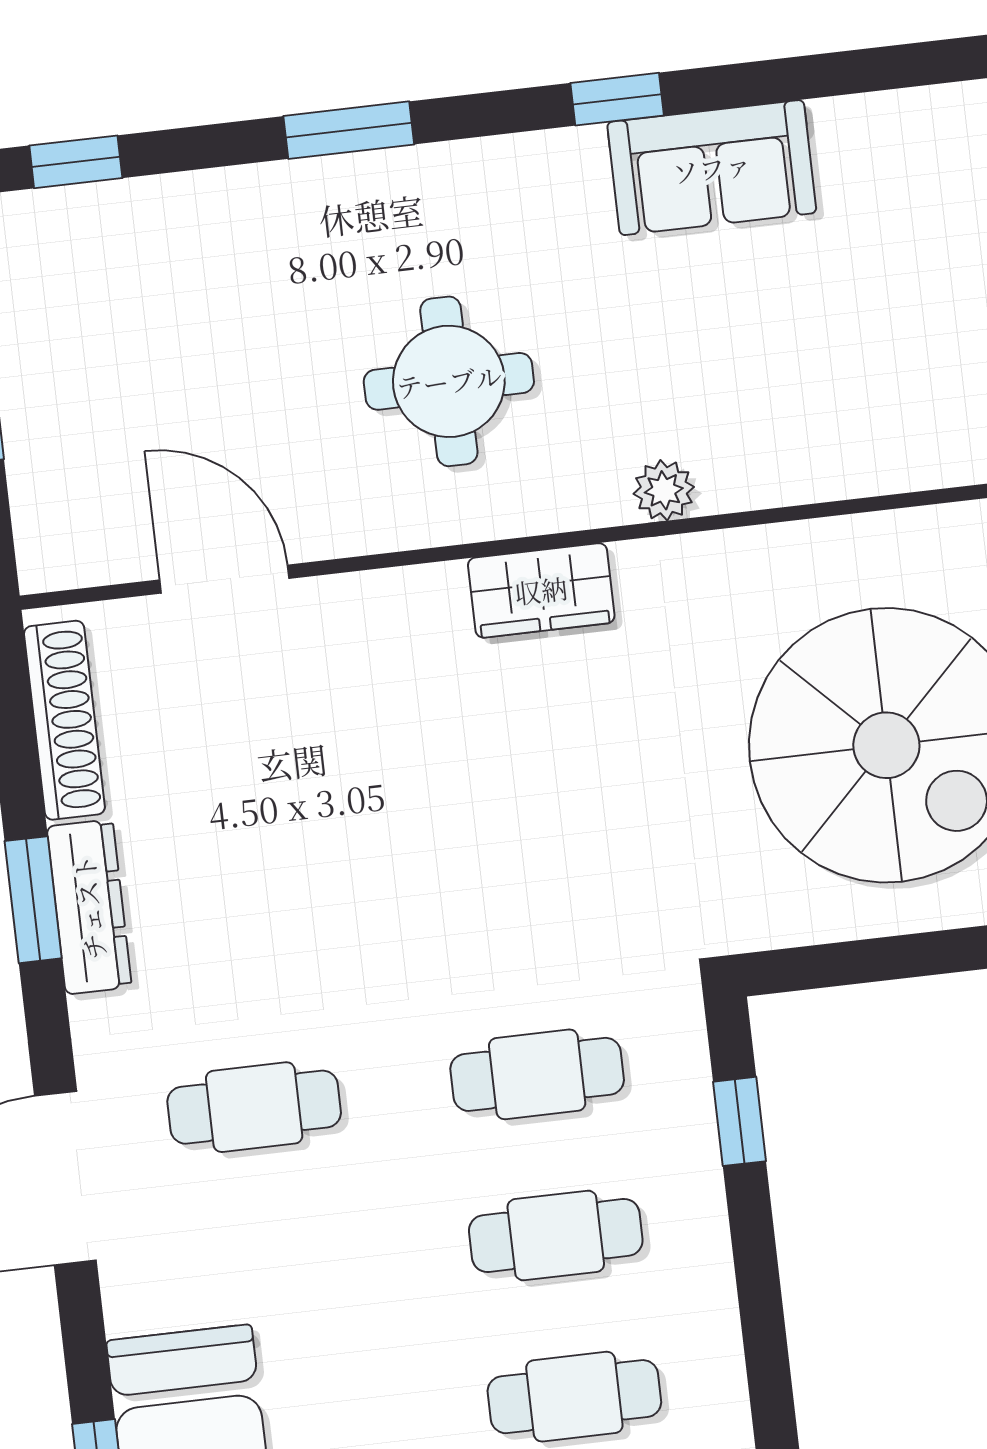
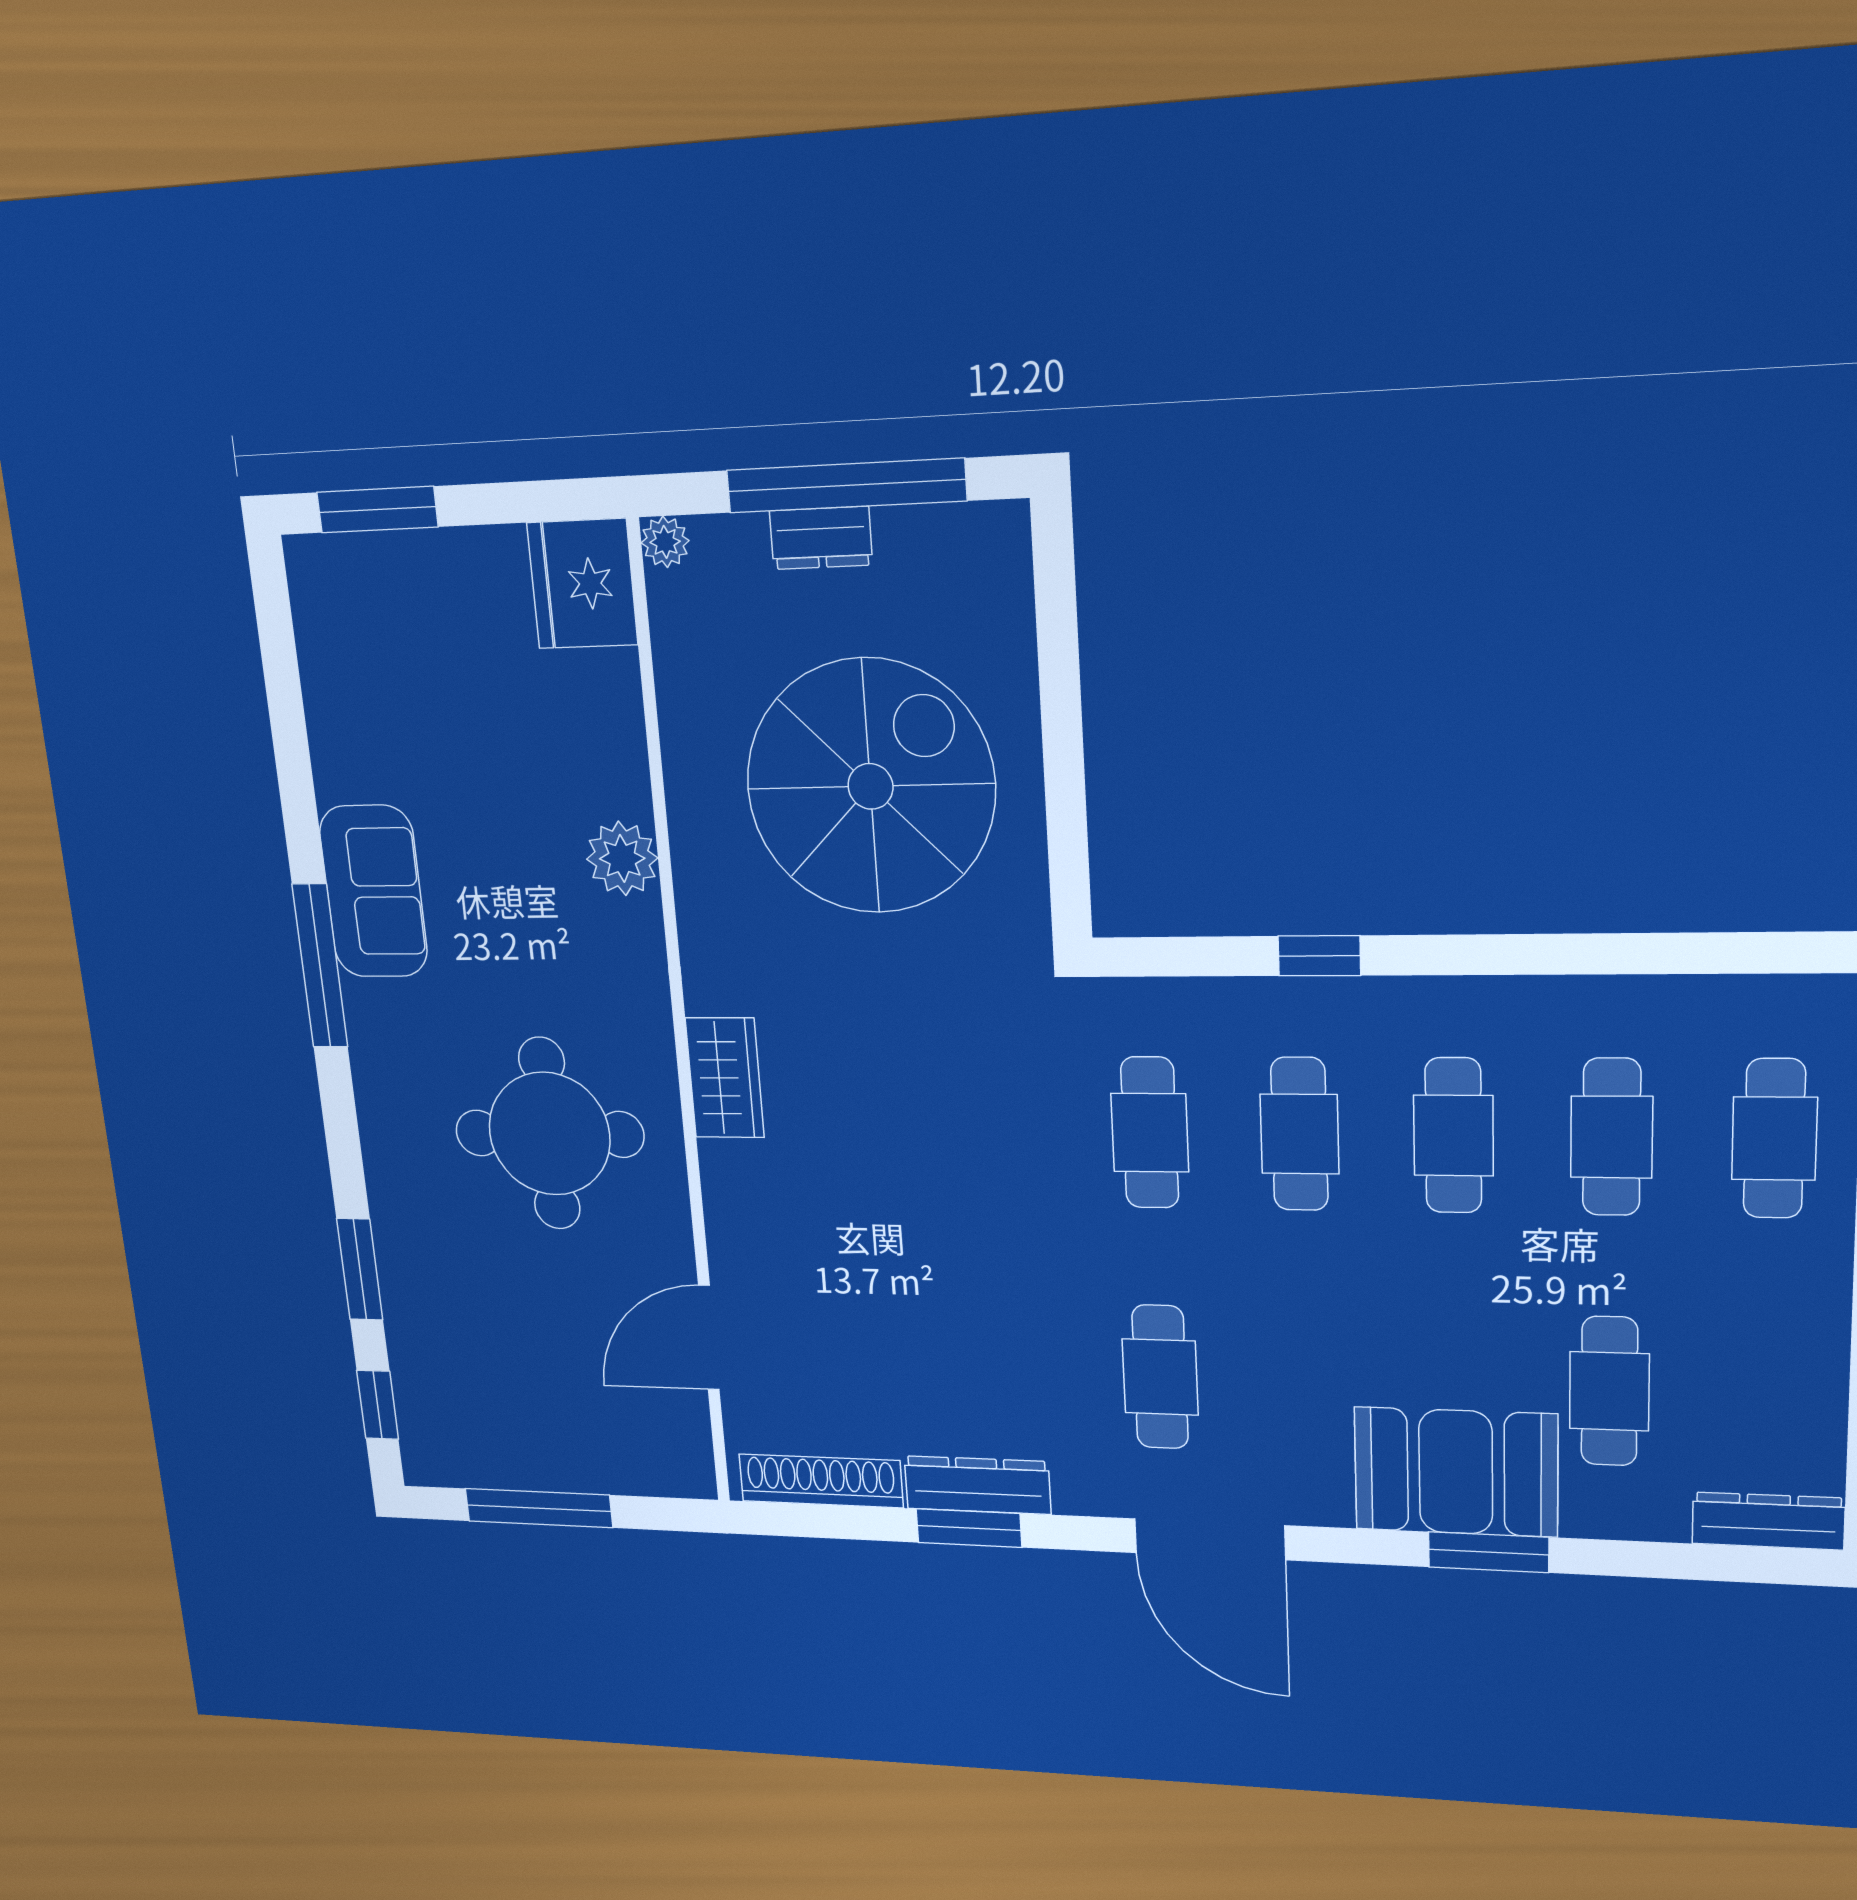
window: (617, 99) -> (320, 966), width x2.17
window: (349, 130) -> (360, 1269), moved
round table: (449, 381) -> (549, 1134), width x1.36, depth x1.36
plant: (664, 490) -> (622, 858), moved, width x1.38, depth x1.38
window: (739, 1121) -> (1319, 956), moved

